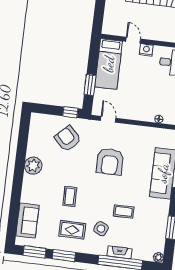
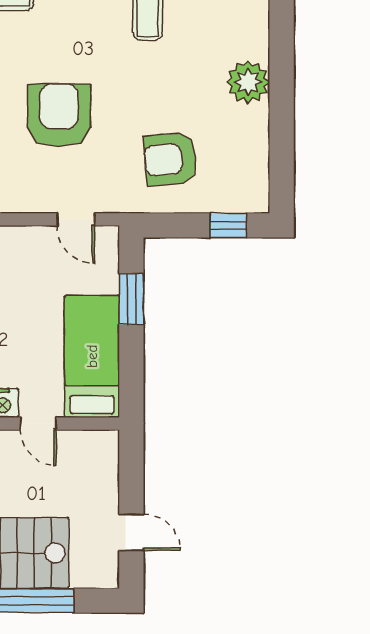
window: (70, 112) -> (228, 225), moved
armchair: (68, 139) -> (170, 159), turned 130

